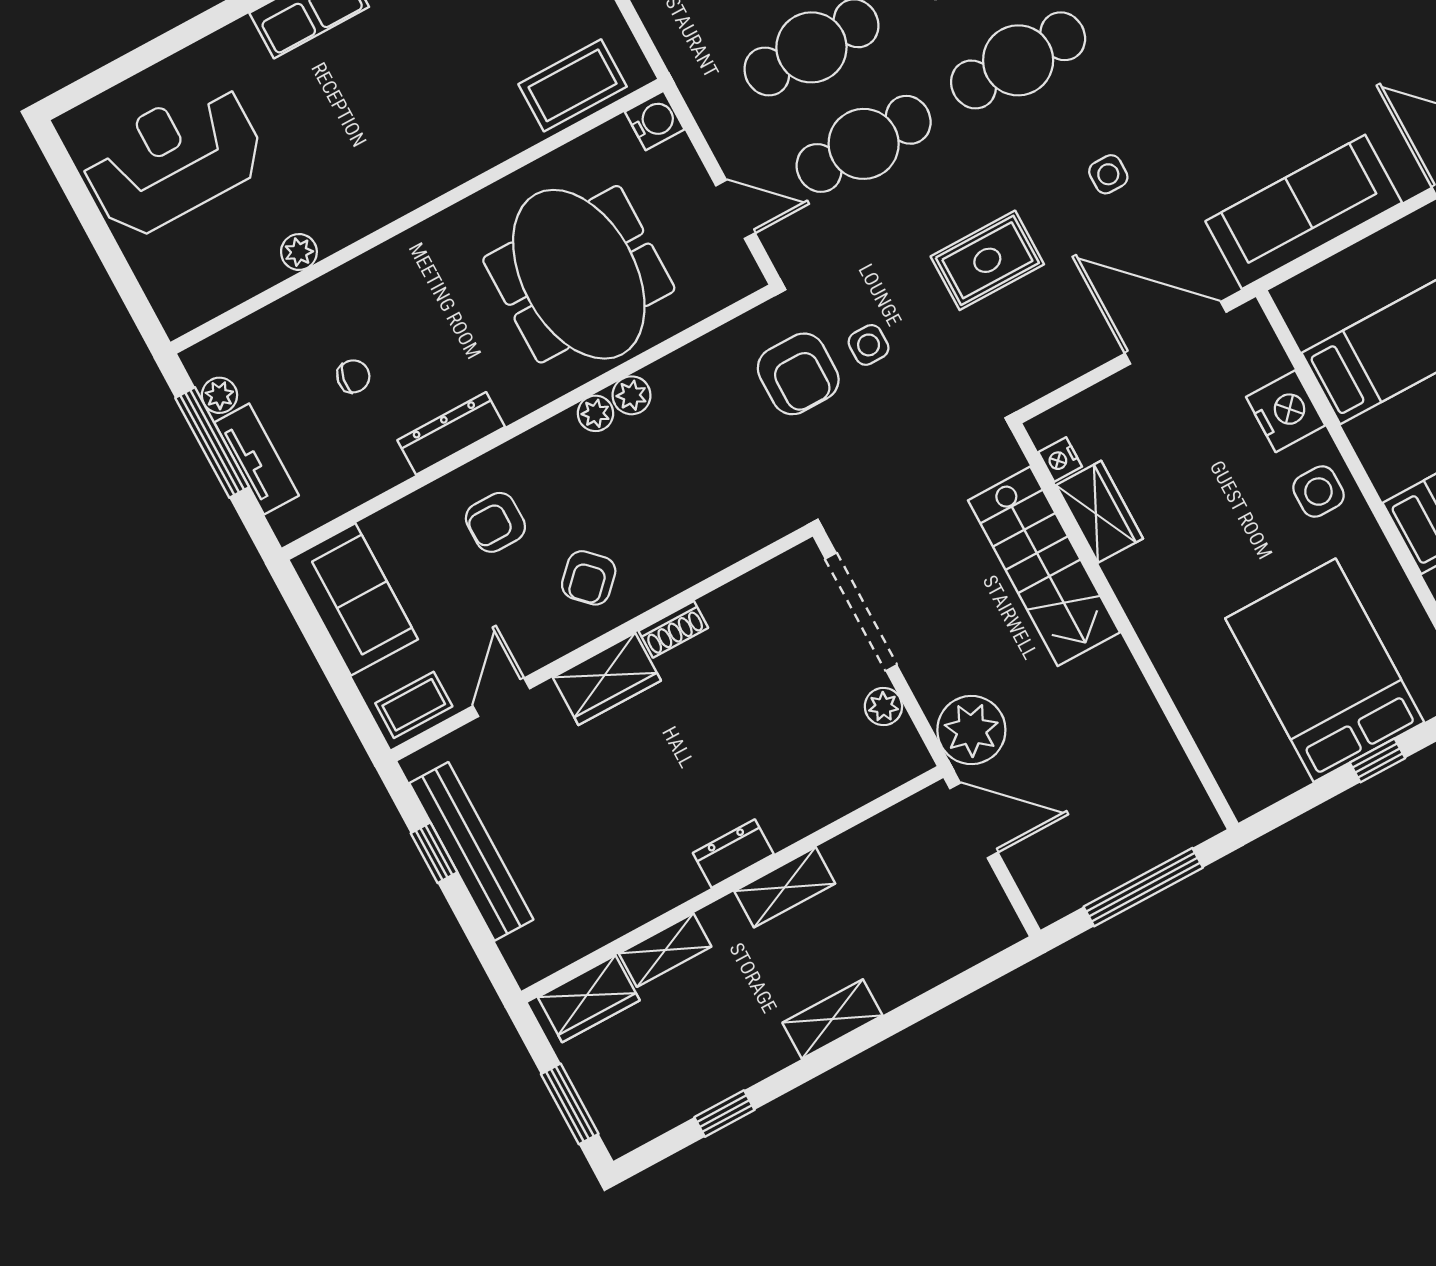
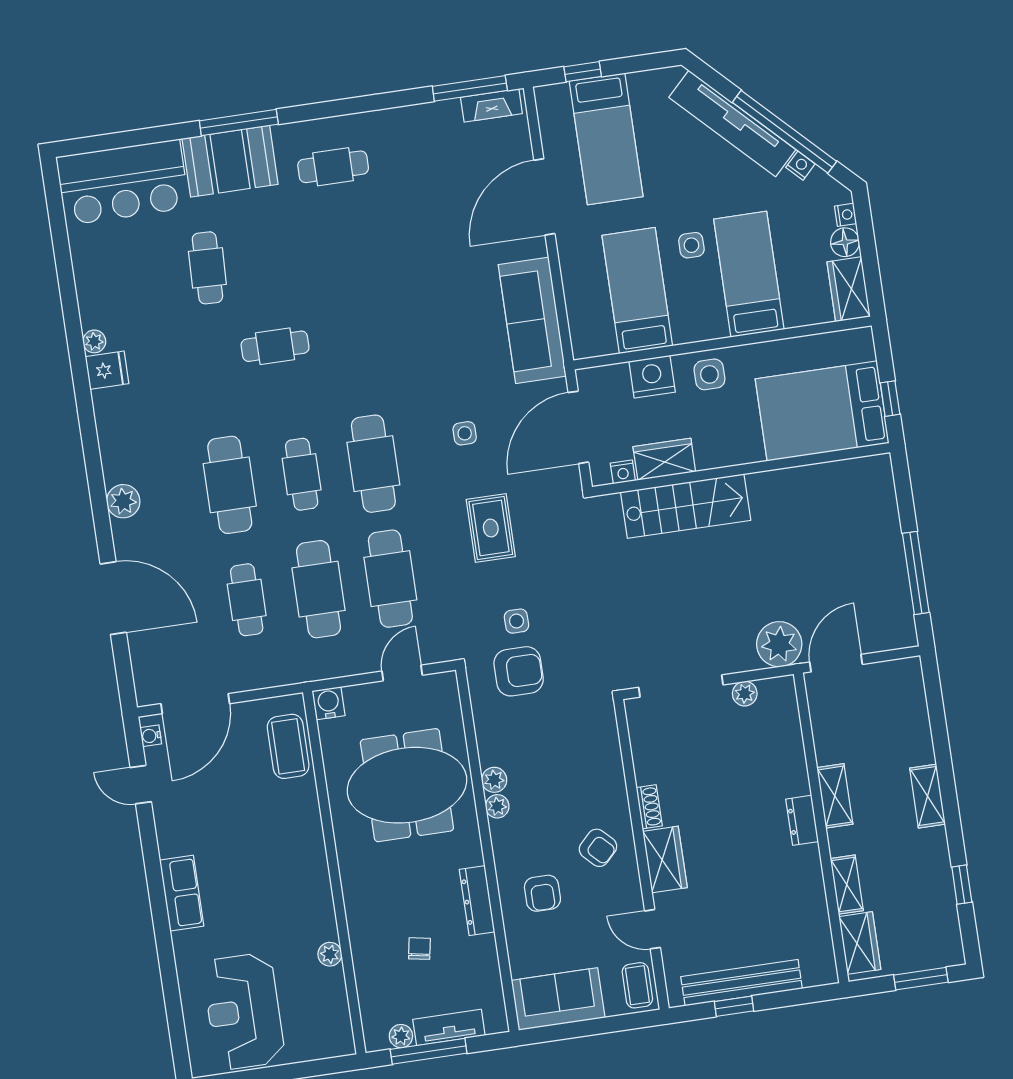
nightstand: (1060, 459) -> (623, 472), moved
wardrobe: (1100, 512) -> (664, 459), moved
stairs: (1044, 566) -> (686, 506), moved
wall: (1125, 626) -> (741, 470), moved

